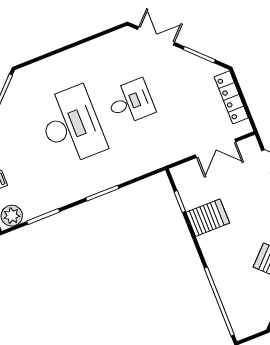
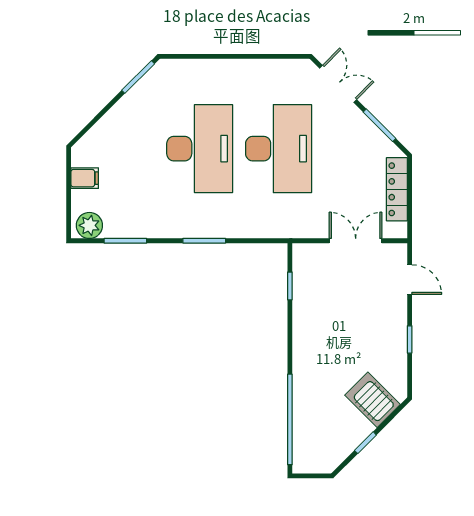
desk: (131, 102) -> (279, 149), width x1.87, depth x1.30
double door: (216, 148) -> (356, 241), swing flipped
server rack: (208, 218) -> (315, 317), removed

